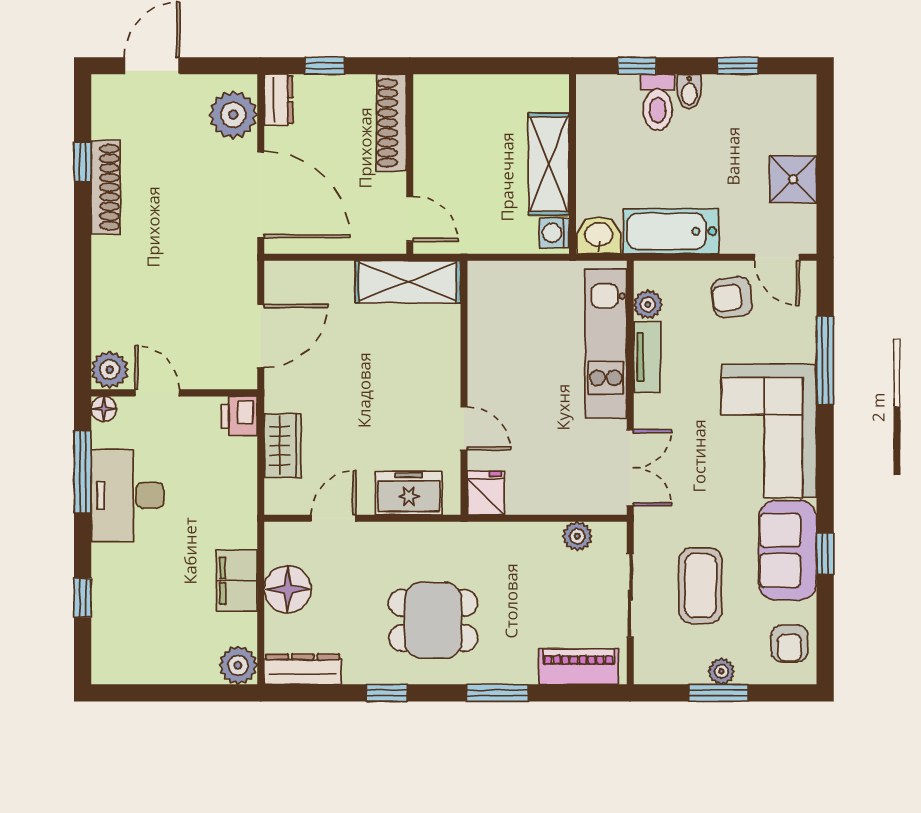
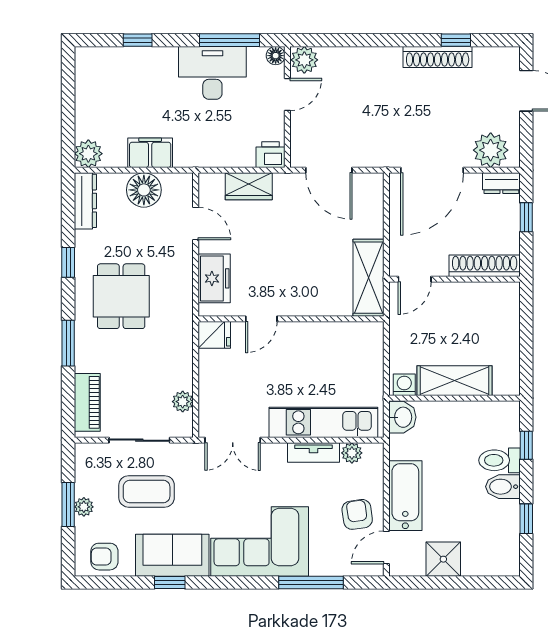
bidet: (689, 92) -> (503, 487), width x1.38, depth x1.36
bathtub: (671, 231) -> (405, 496), moved

